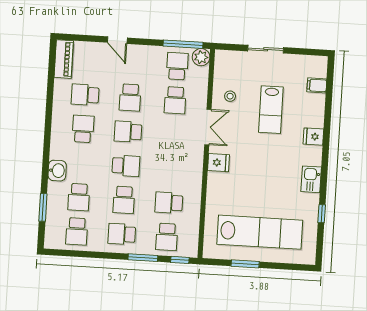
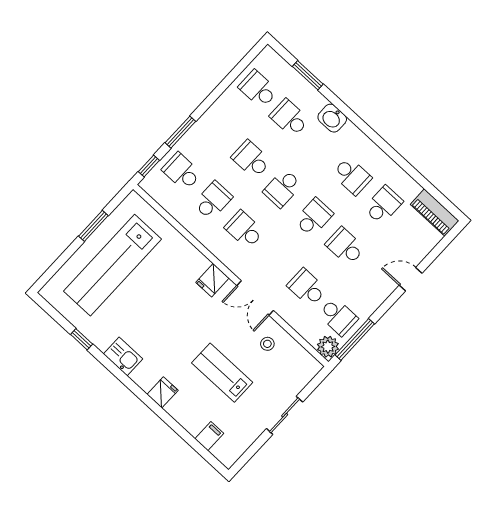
school desk: (122, 234) -> (244, 230), moved, turned -90

